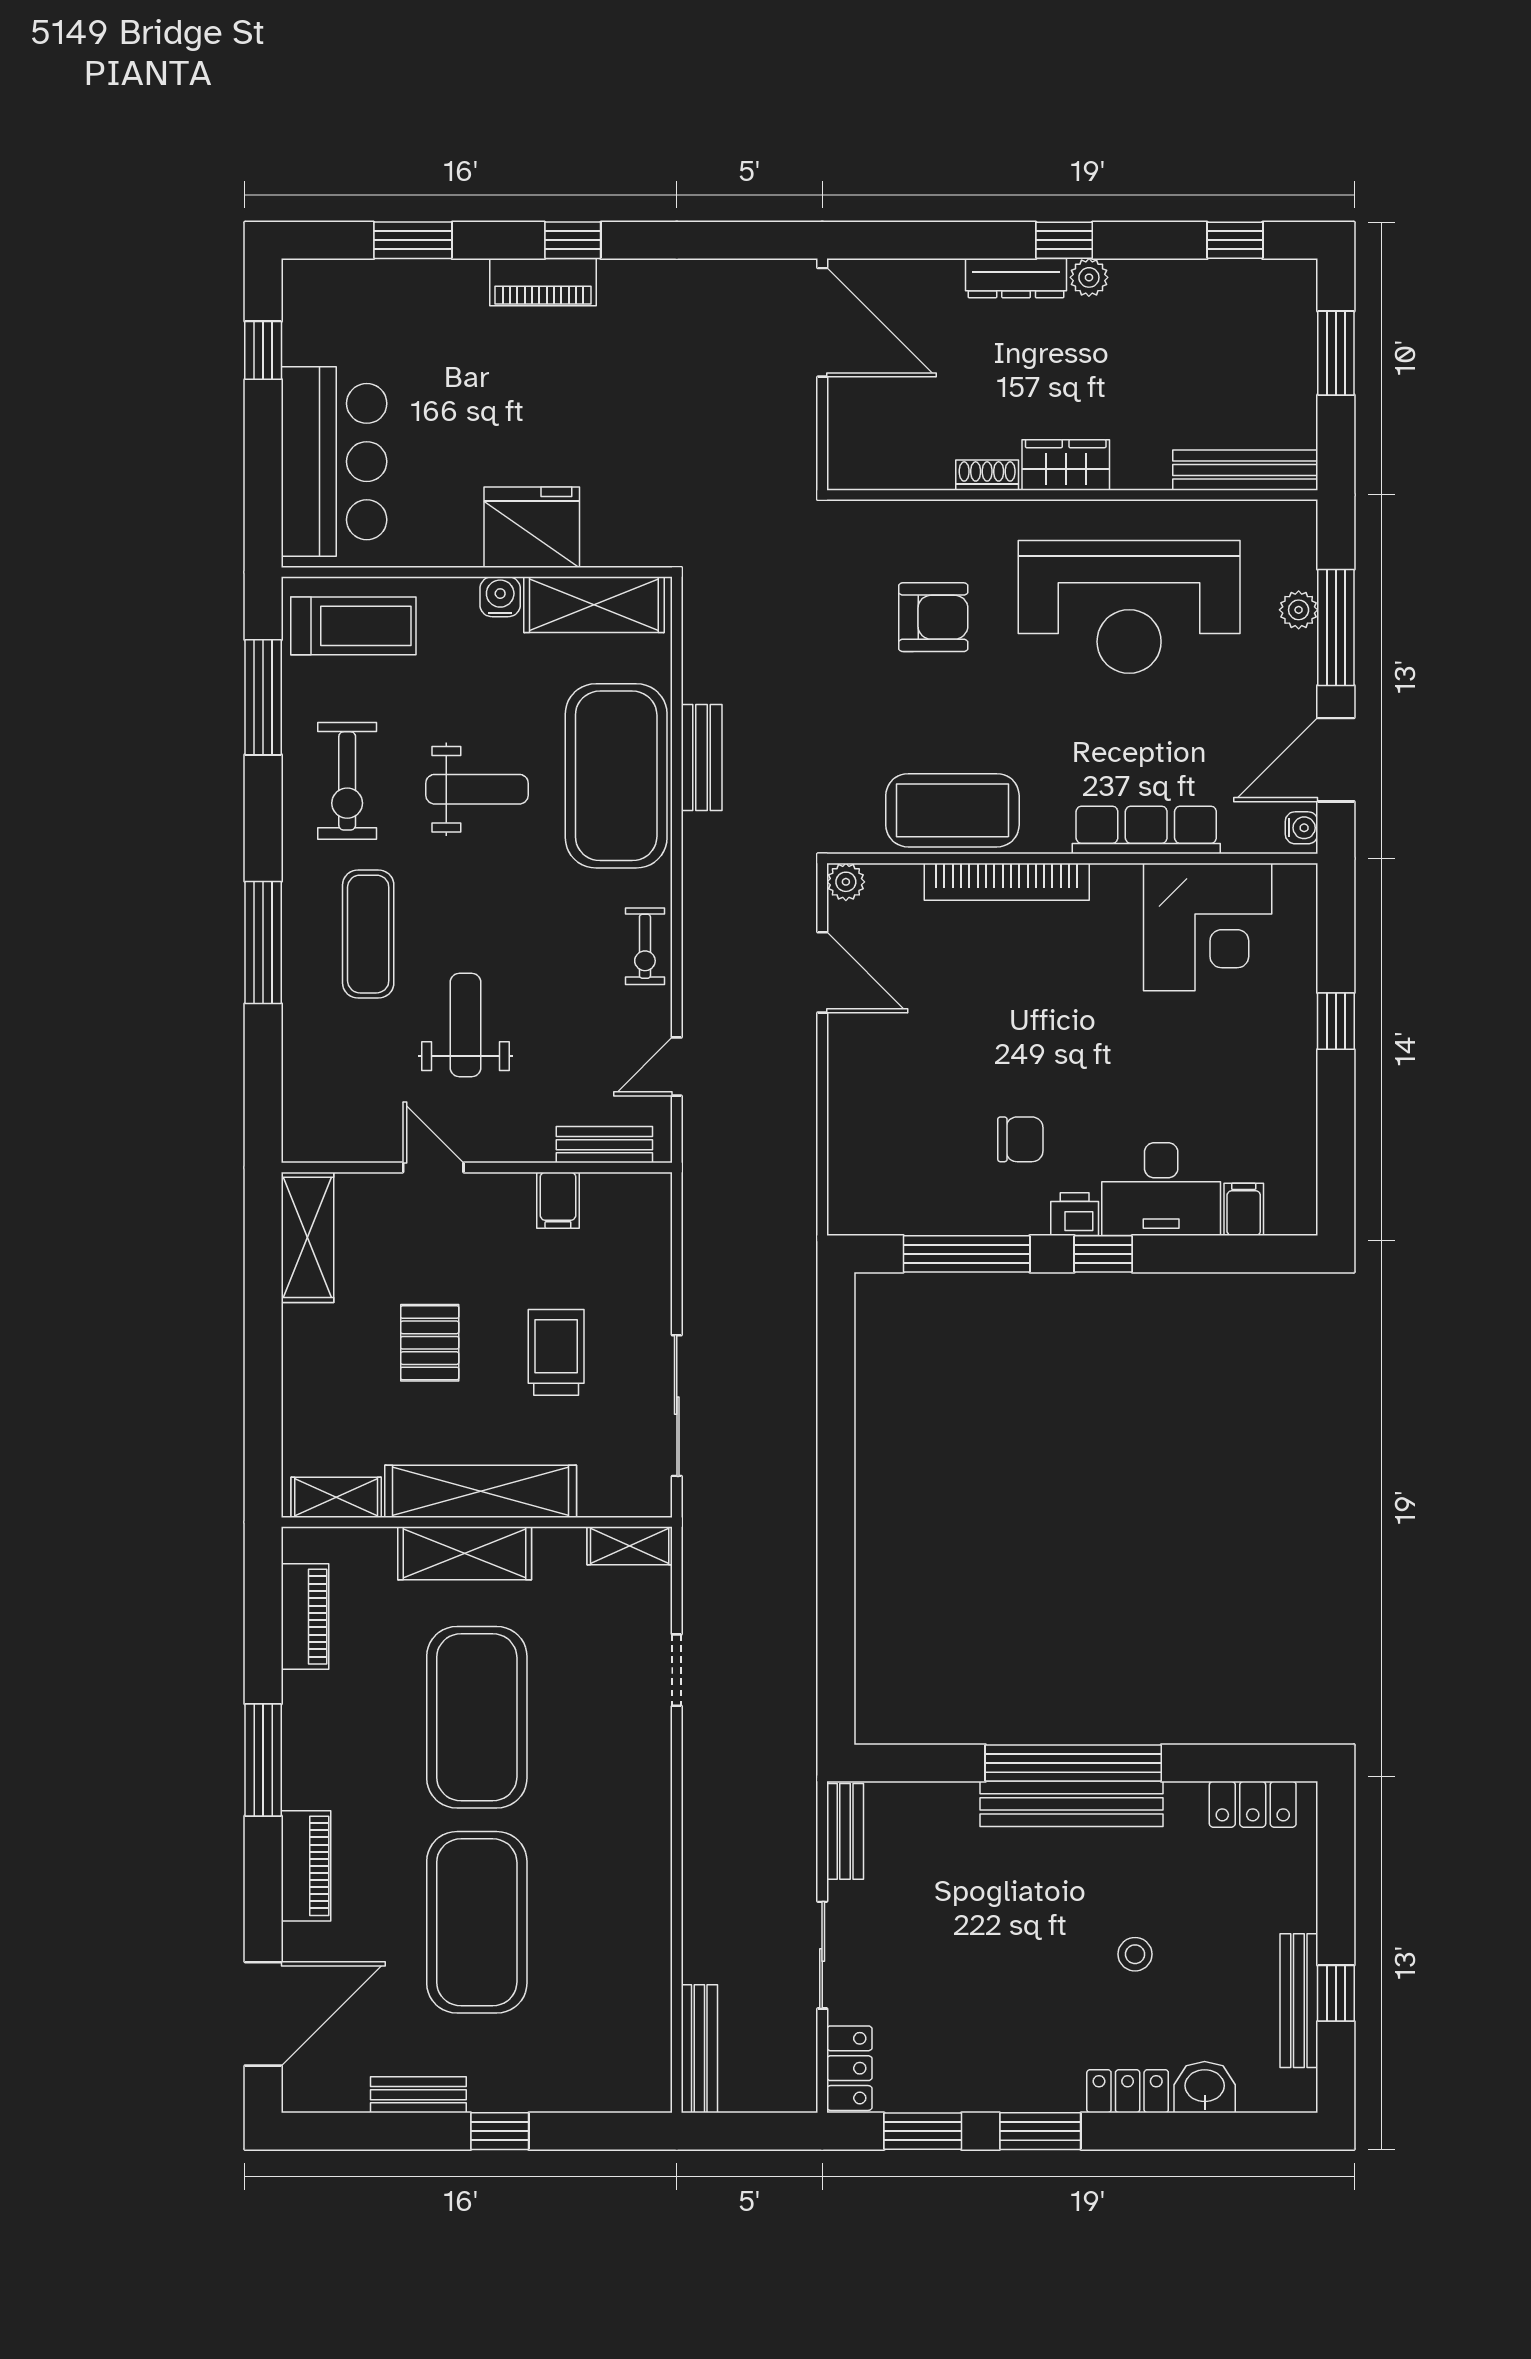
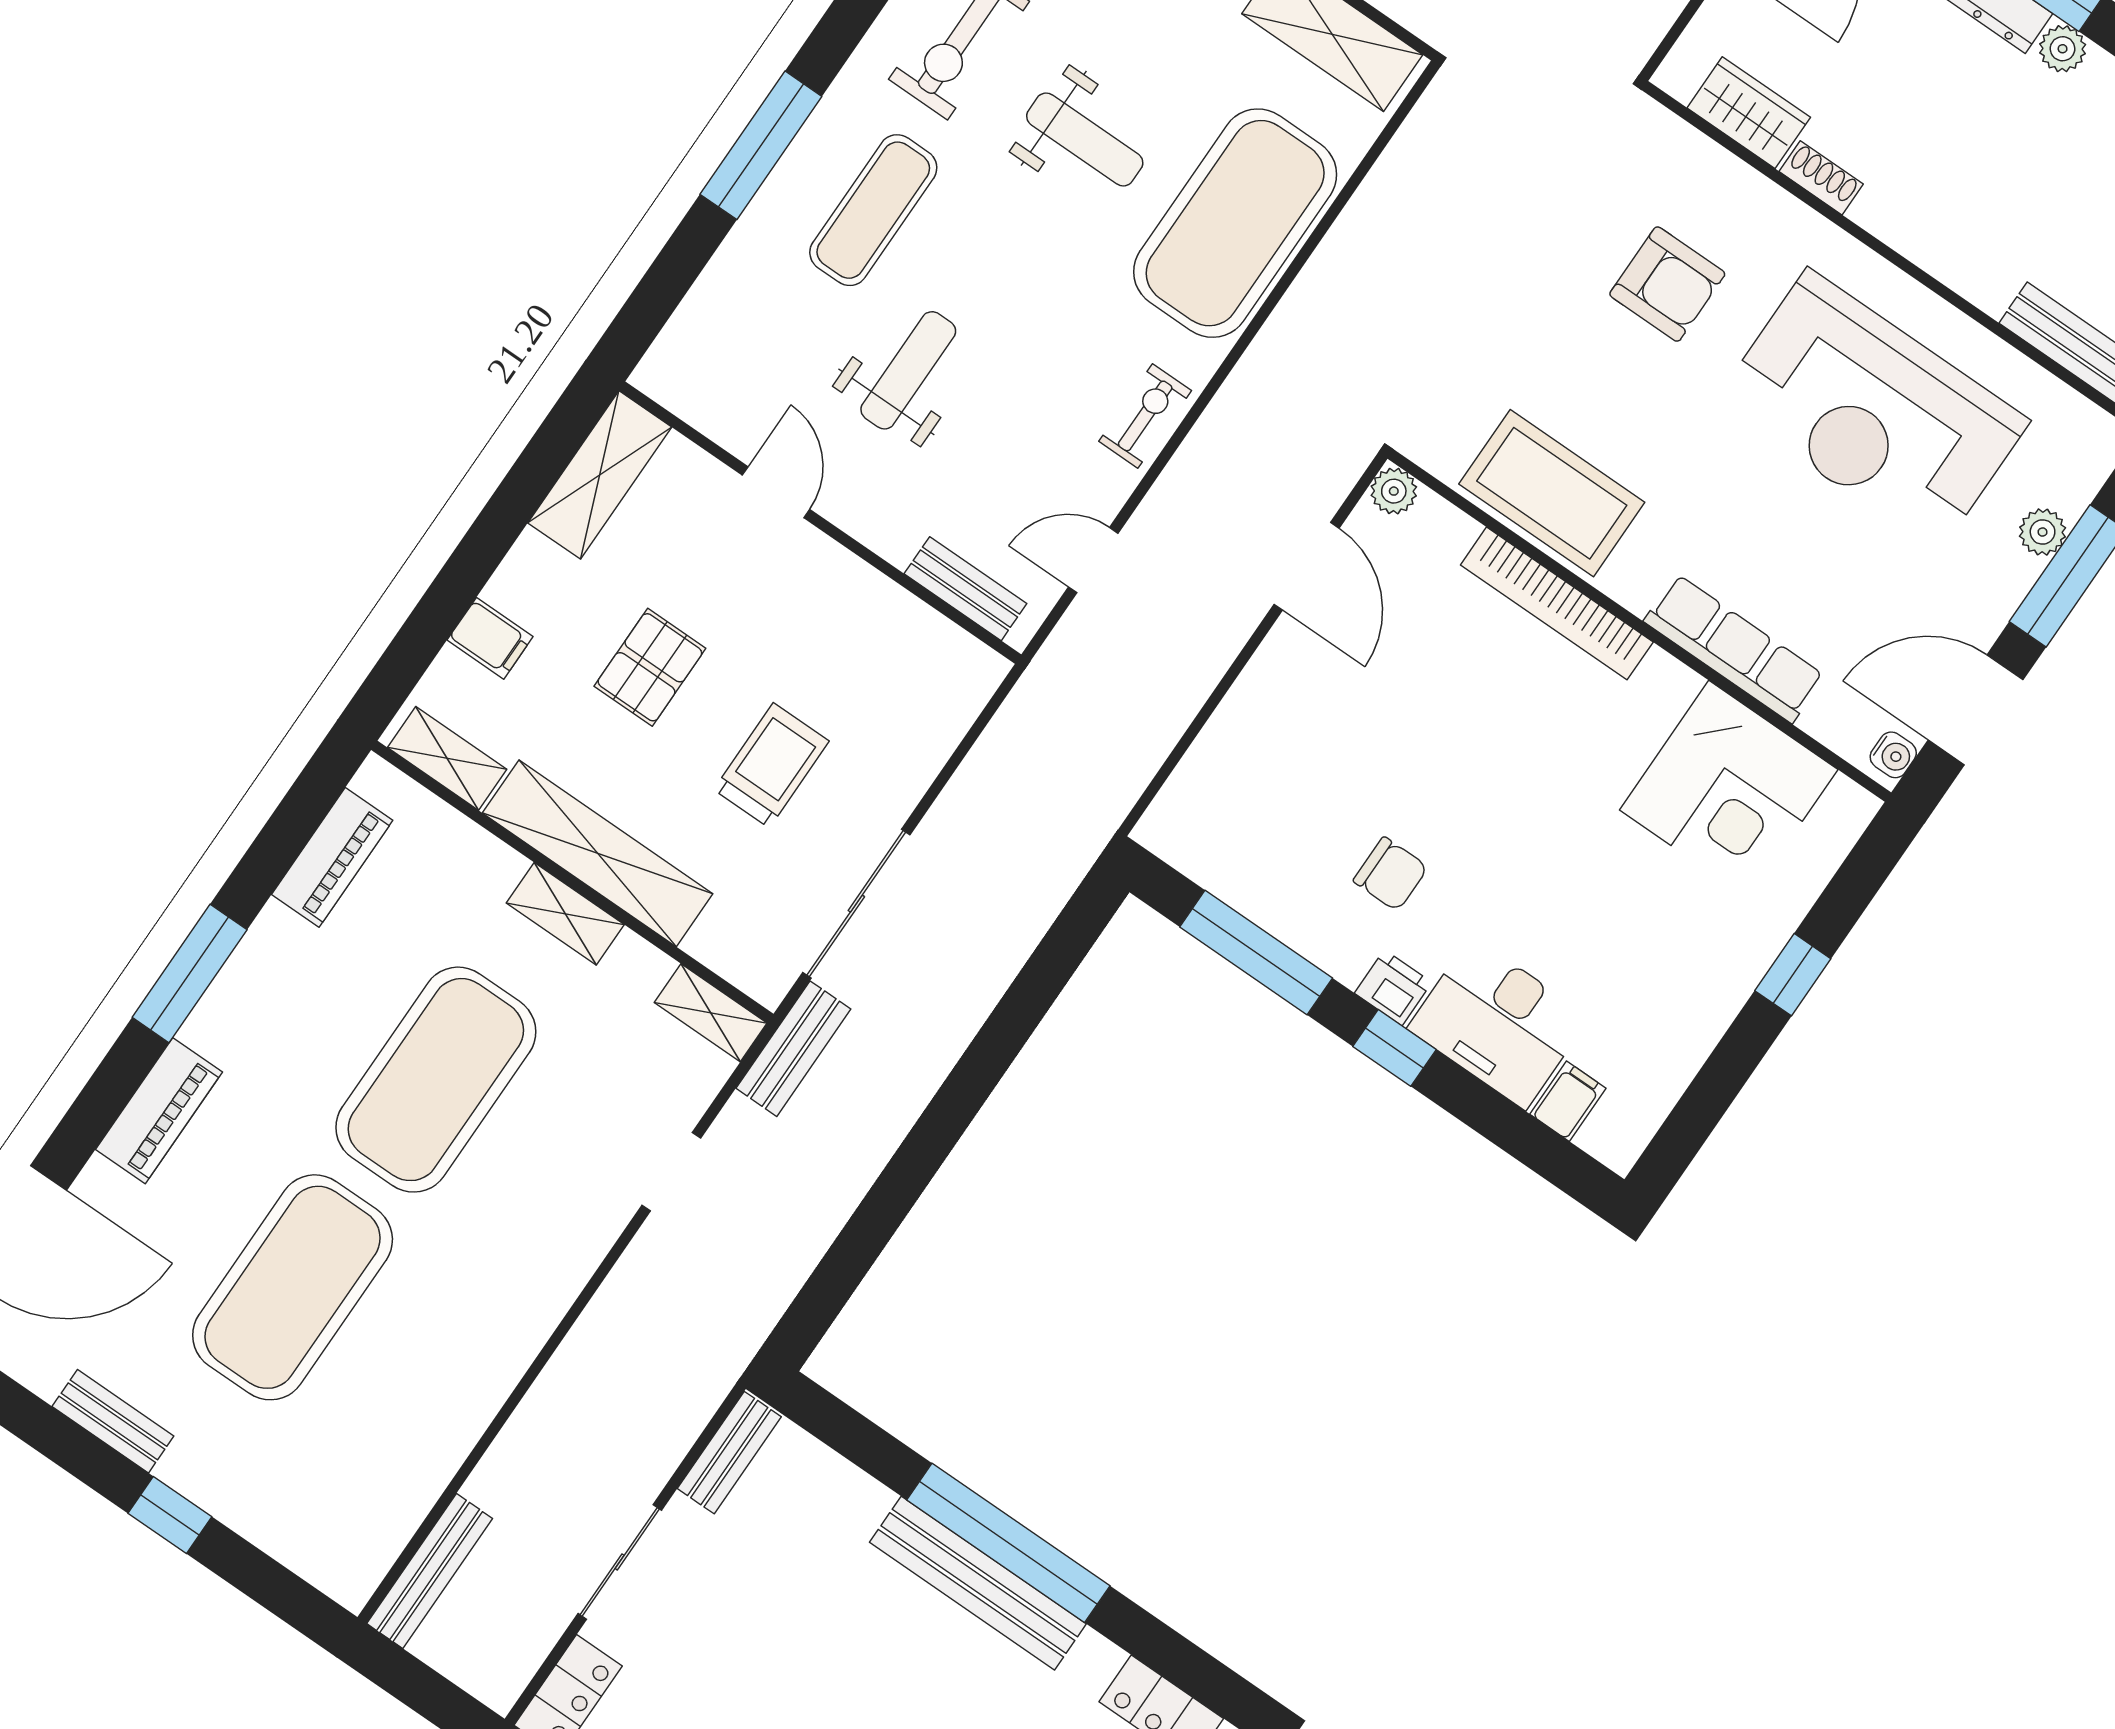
wardrobe: (1066, 465) -> (1749, 113), moved
bench: (702, 758) -> (793, 1049), moved
exercise bike: (645, 946) -> (1145, 416), turned 180
filing cabinet: (558, 1200) -> (490, 638), moved, turned -90
shelving: (465, 1553) -> (565, 914), width x0.67, depth x0.75

